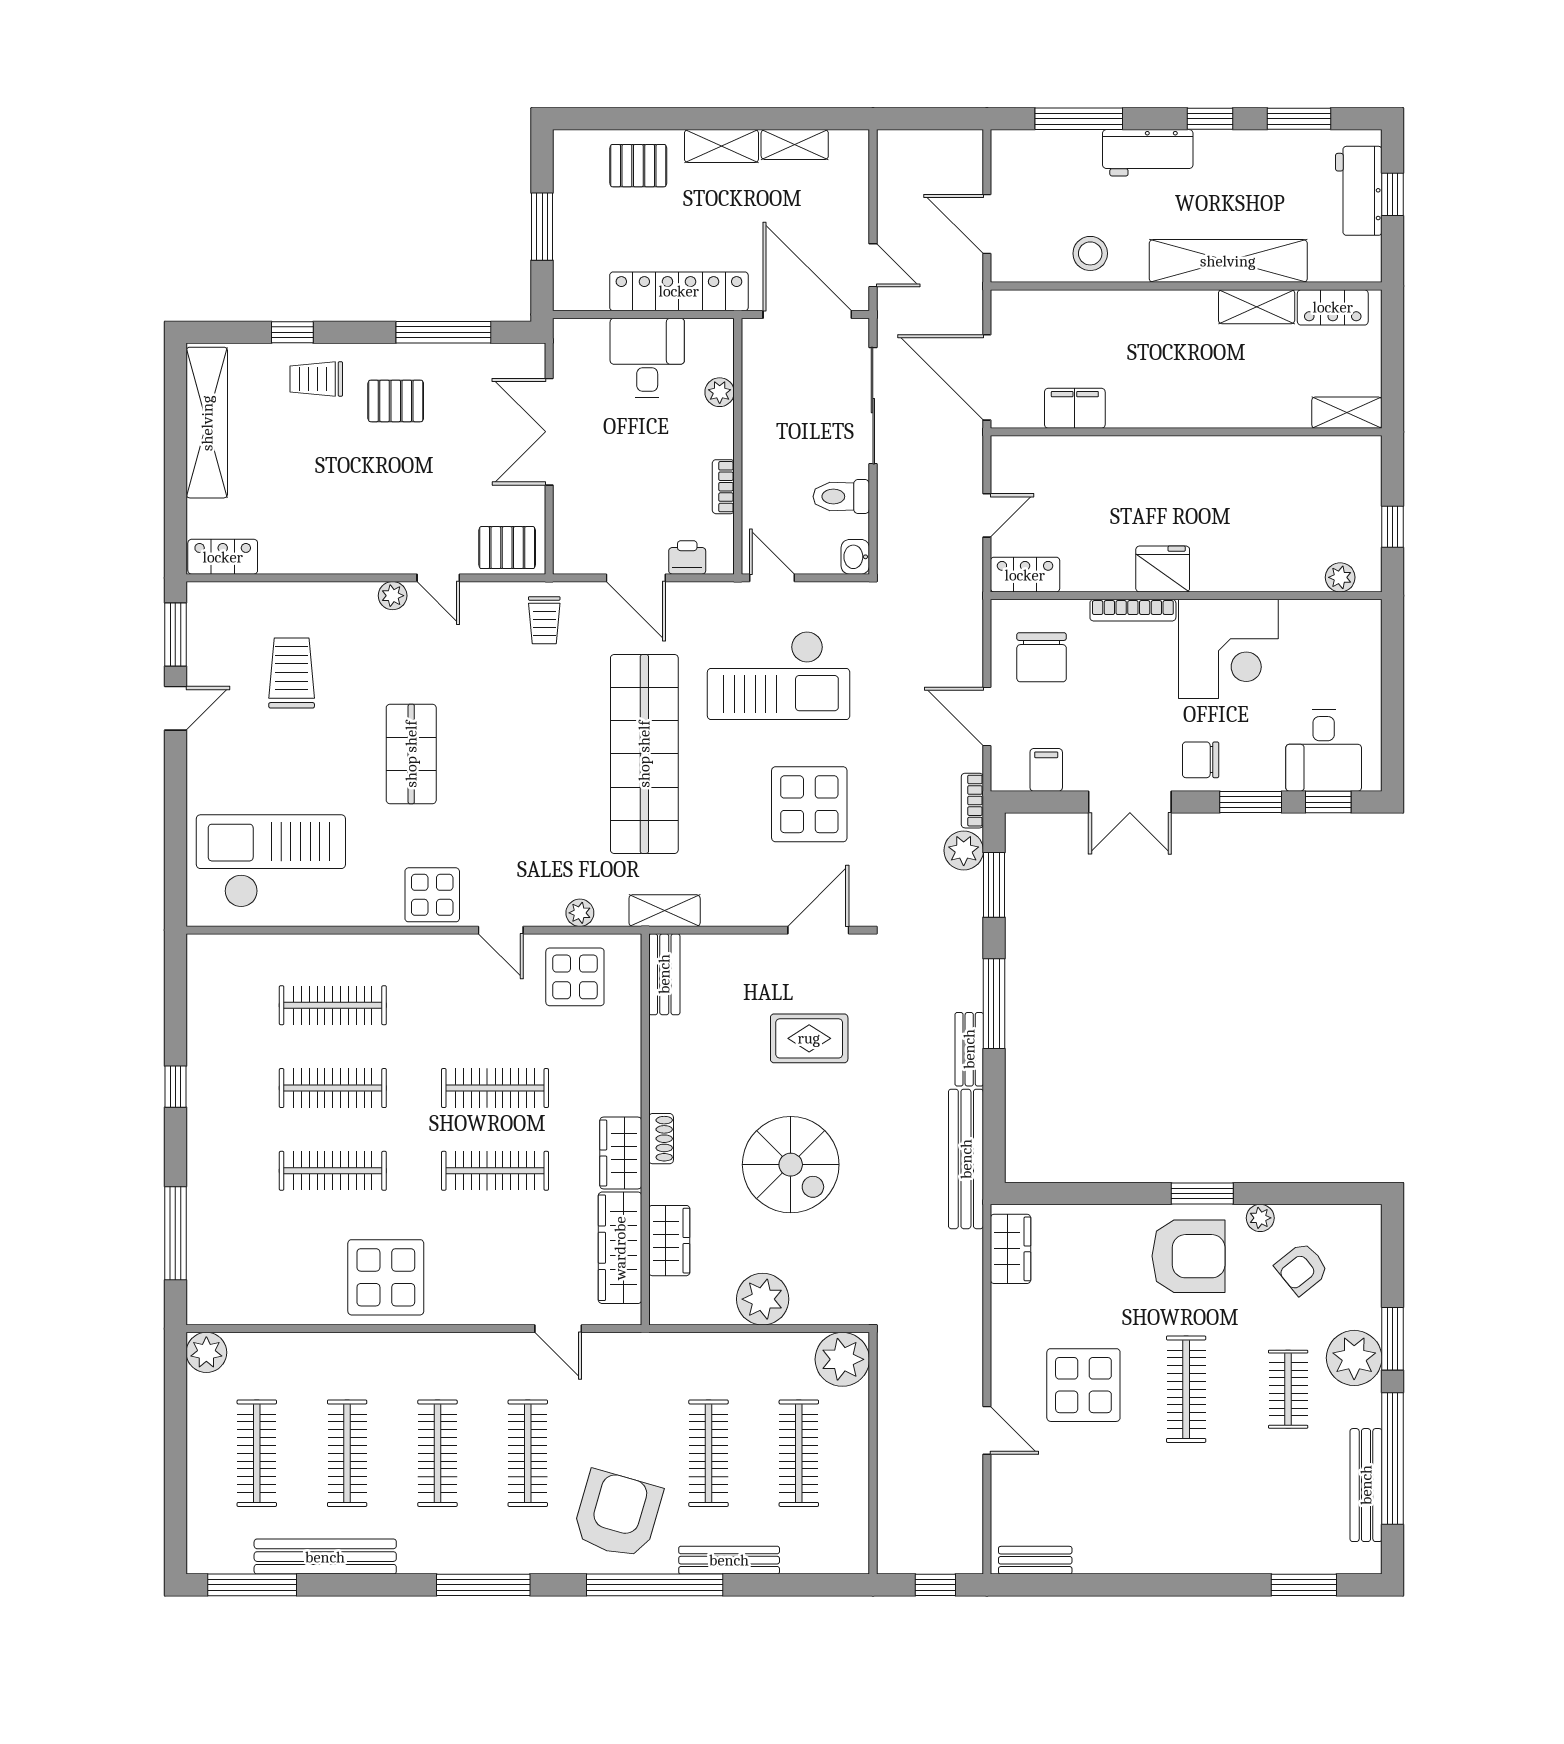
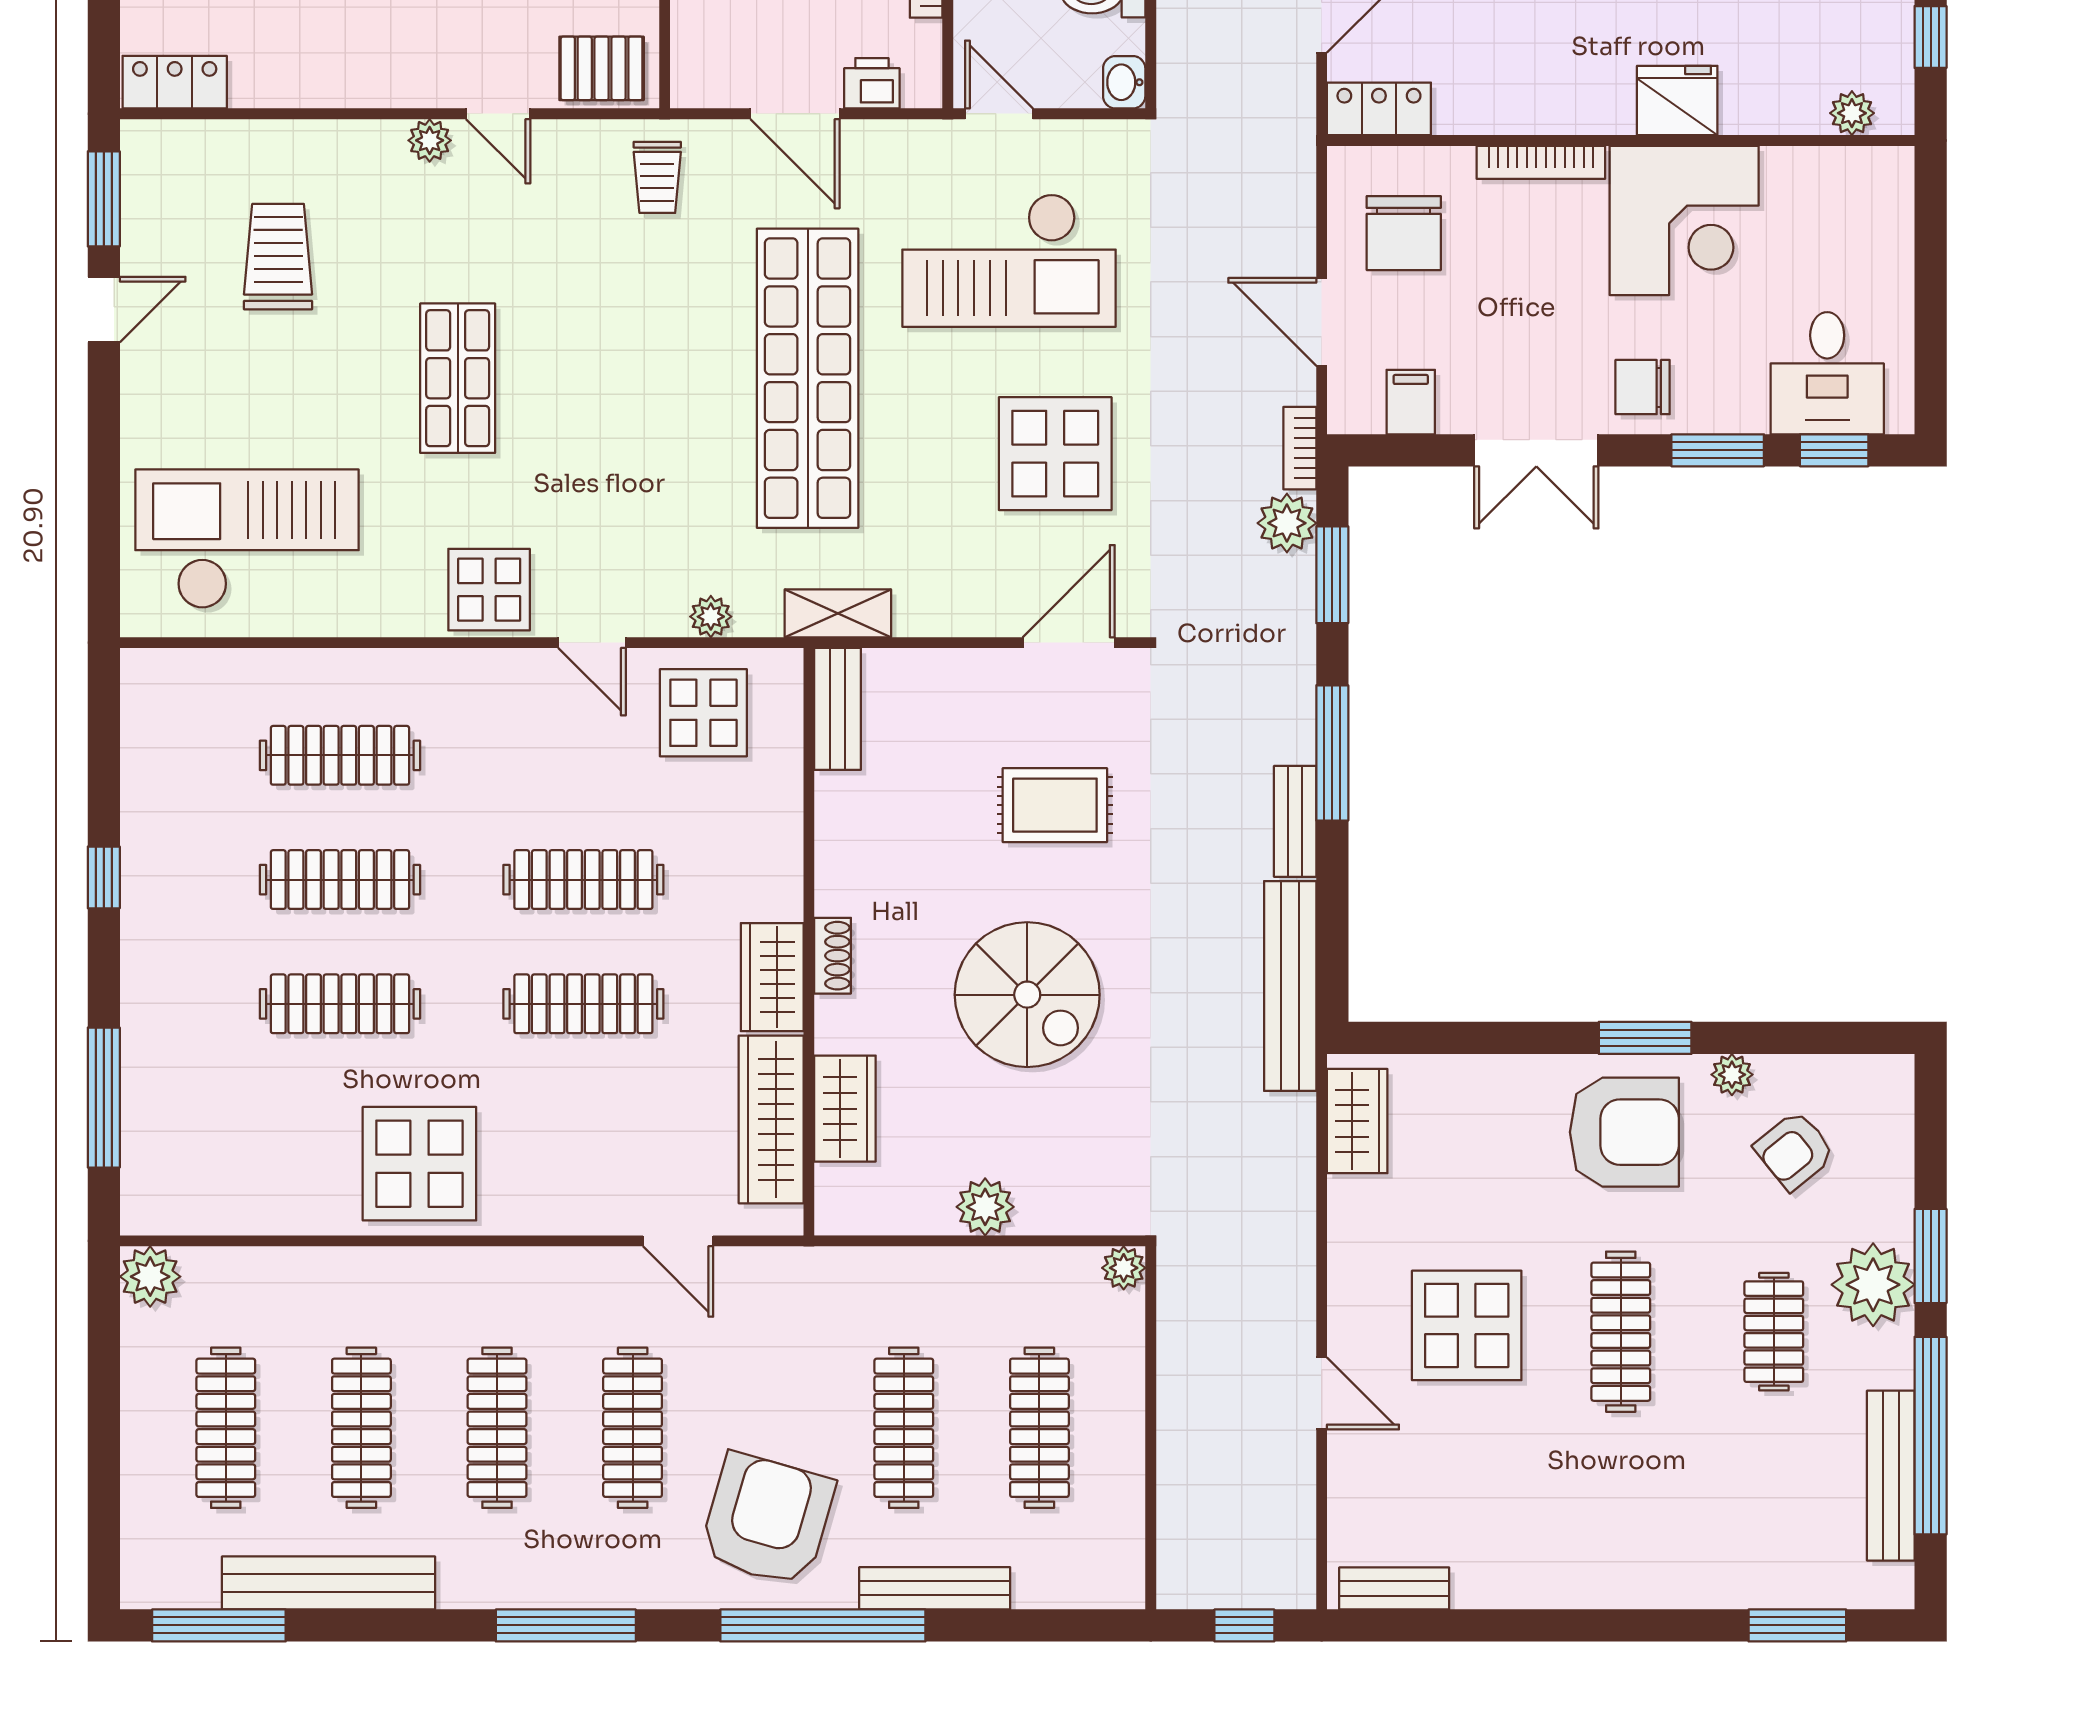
fridge: (1163, 569) -> (1677, 101), moved
plant: (763, 1299) -> (985, 1207), width x0.73, depth x0.73
plant: (842, 1359) -> (1124, 1268), width x0.53, depth x0.53

